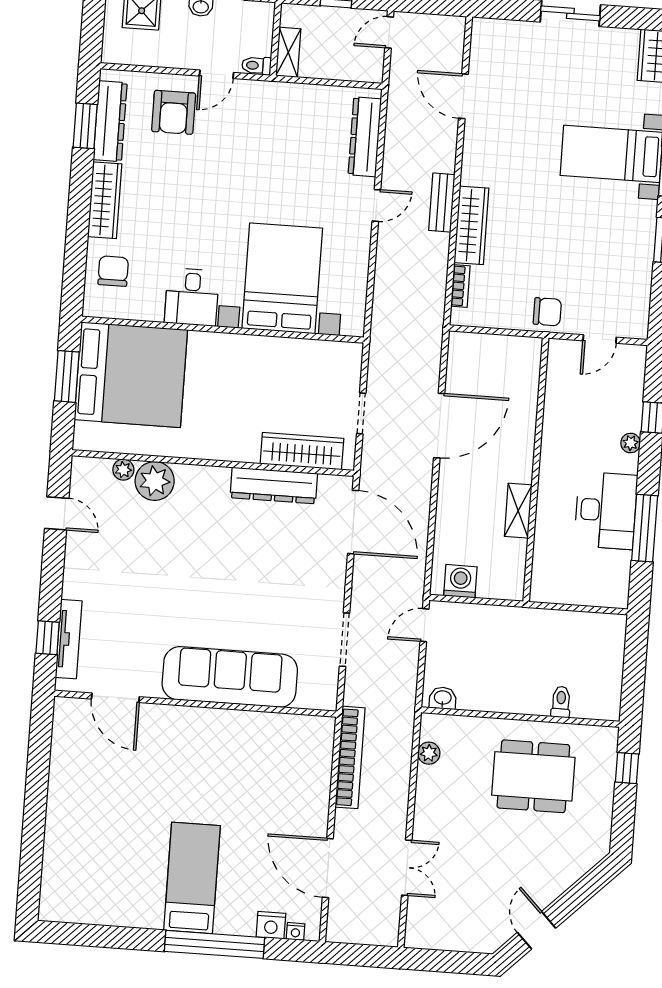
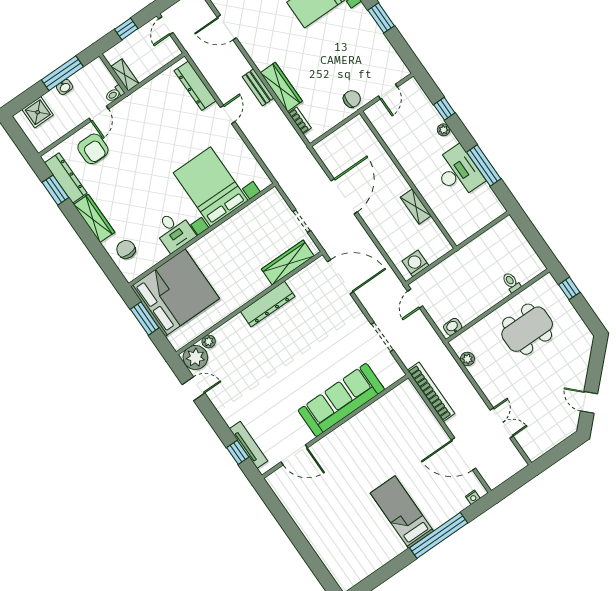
plant: (155, 481) -> (195, 357), moved
dresser: (274, 486) -> (268, 304), moved
nightstand: (271, 925) -> (458, 504), removed

